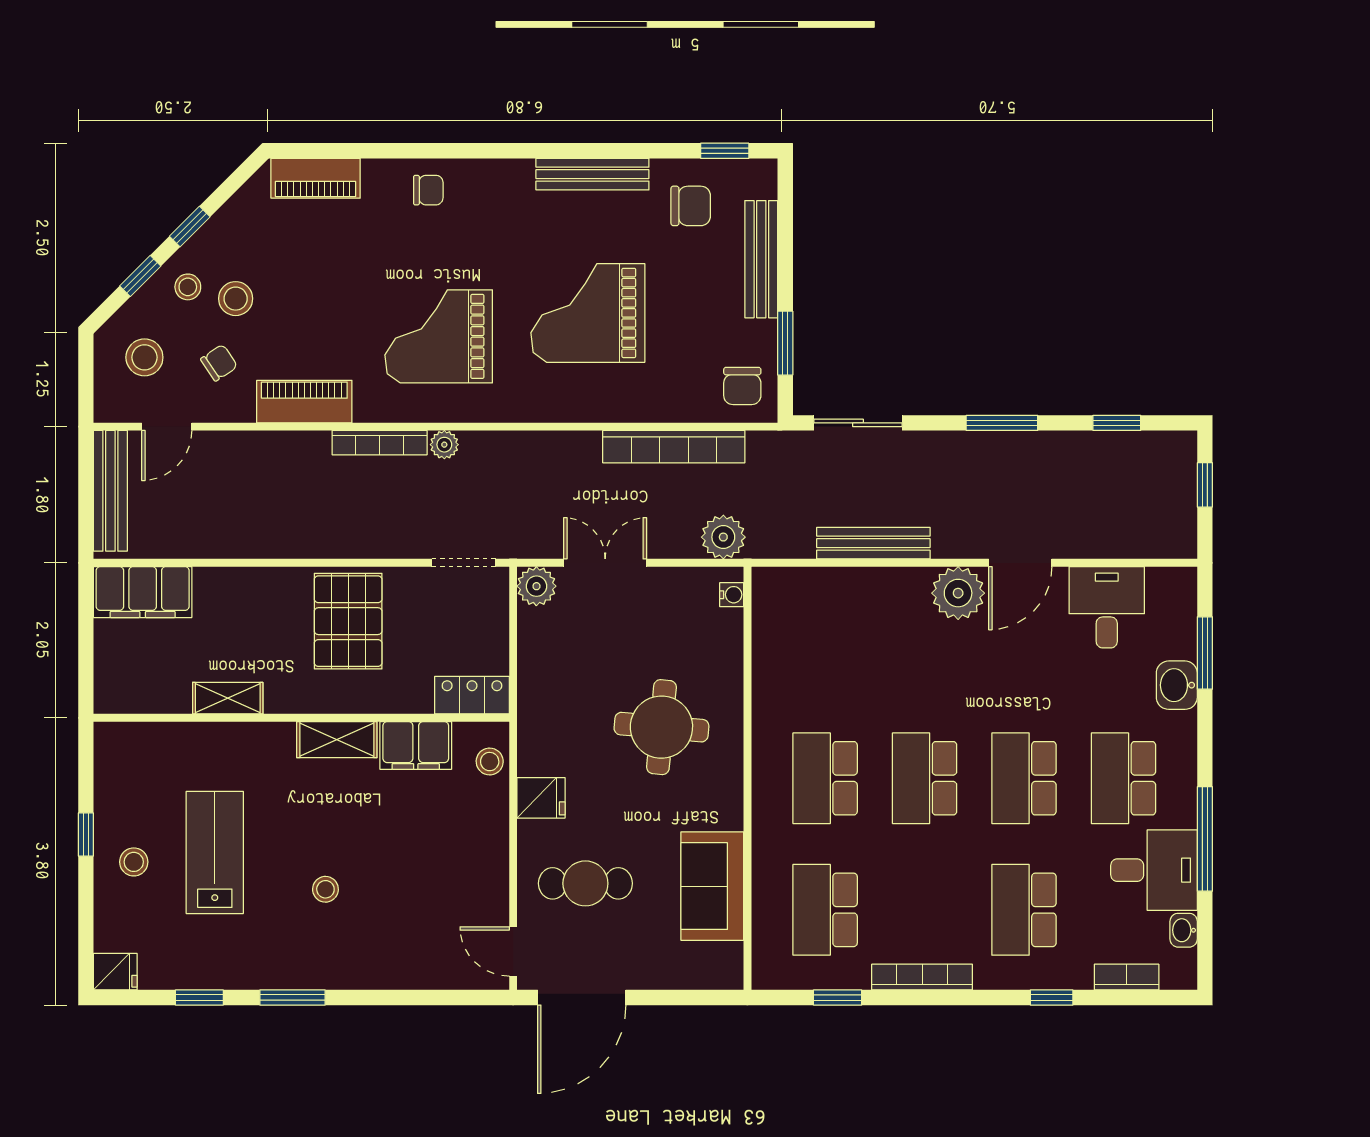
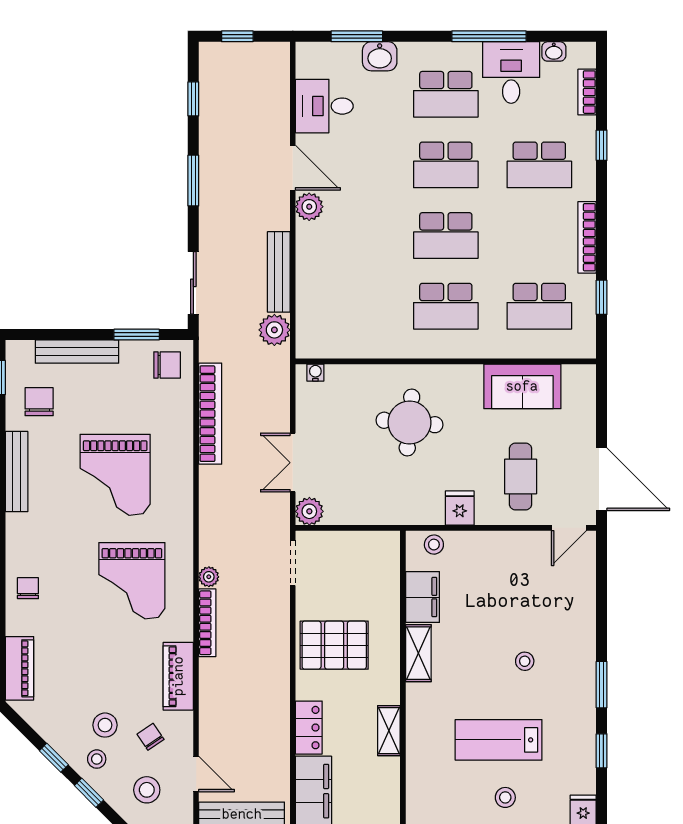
plant: (723, 537) -> (274, 330), moved
plant: (958, 593) -> (309, 207), width x0.73, depth x0.73
locker: (472, 695) -> (309, 728), moved, turned 180

